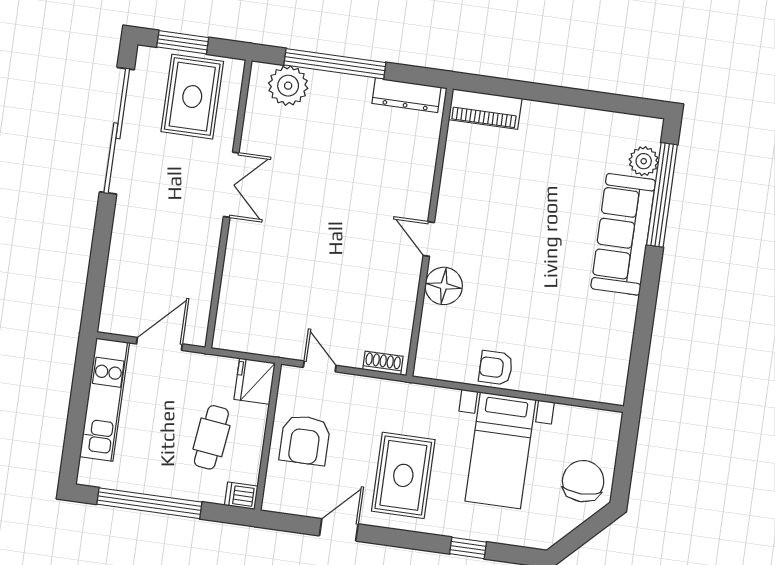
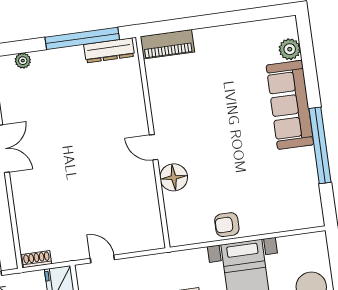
window: (335, 64) -> (82, 38), moved
plant: (288, 86) -> (23, 61), width x0.53, depth x0.53
window: (662, 195) -> (320, 145), moved
shoe rack: (383, 363) -> (37, 259), moved

